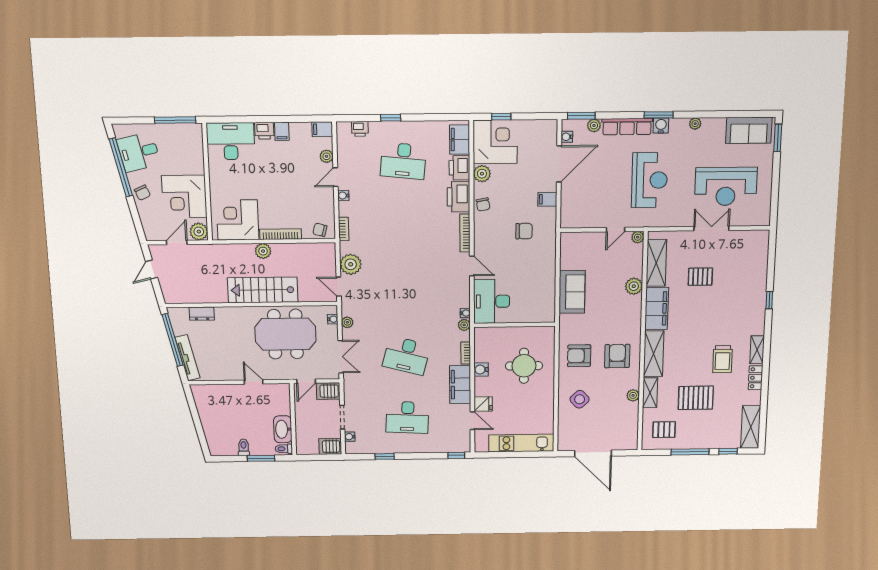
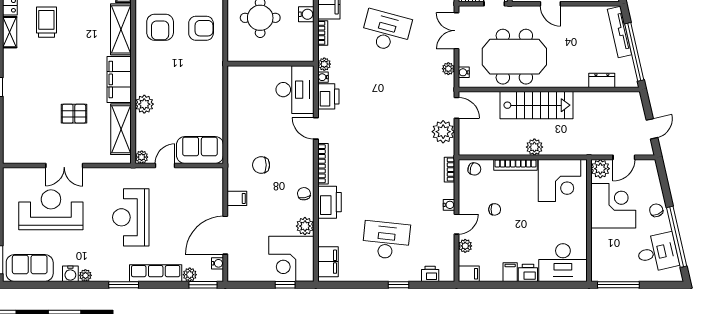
water cooler: (661, 126) -> (70, 274), moved
printer: (459, 168) -> (328, 96), moved
chair: (299, 192) -> (495, 209), added
sofa: (572, 292) -> (200, 150), moved, turned 90

